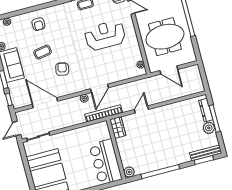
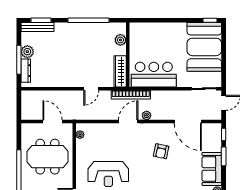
coffee table: (43, 52) -> (177, 174), removed
wardrobe: (118, 128) -> (120, 71), width x1.50
bar counter: (106, 162) -> (154, 75), moved, turned -90
plant: (129, 172) -> (120, 40), moved

